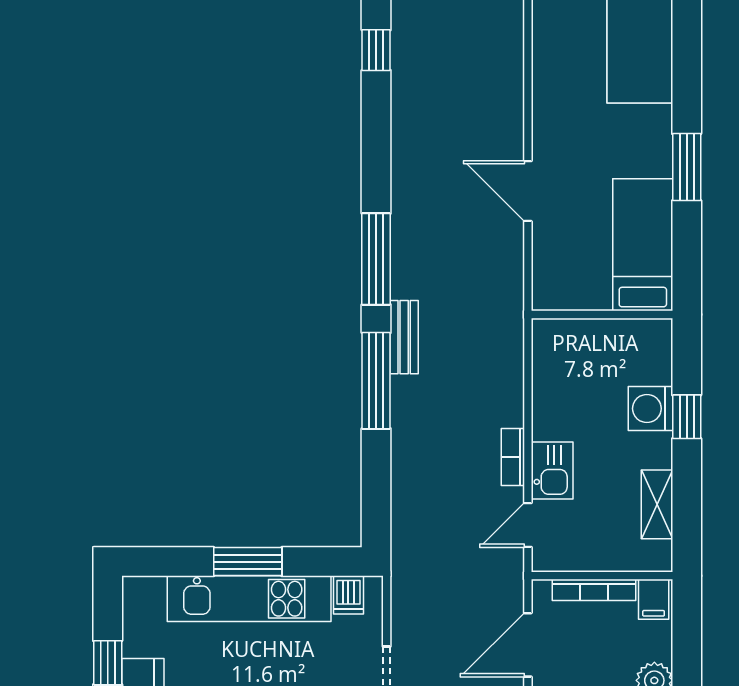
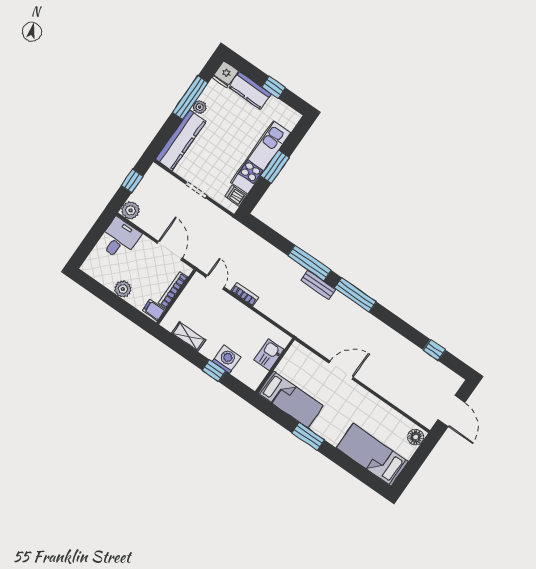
kitchen sink: (552, 470) -> (269, 355), moved, turned 90

